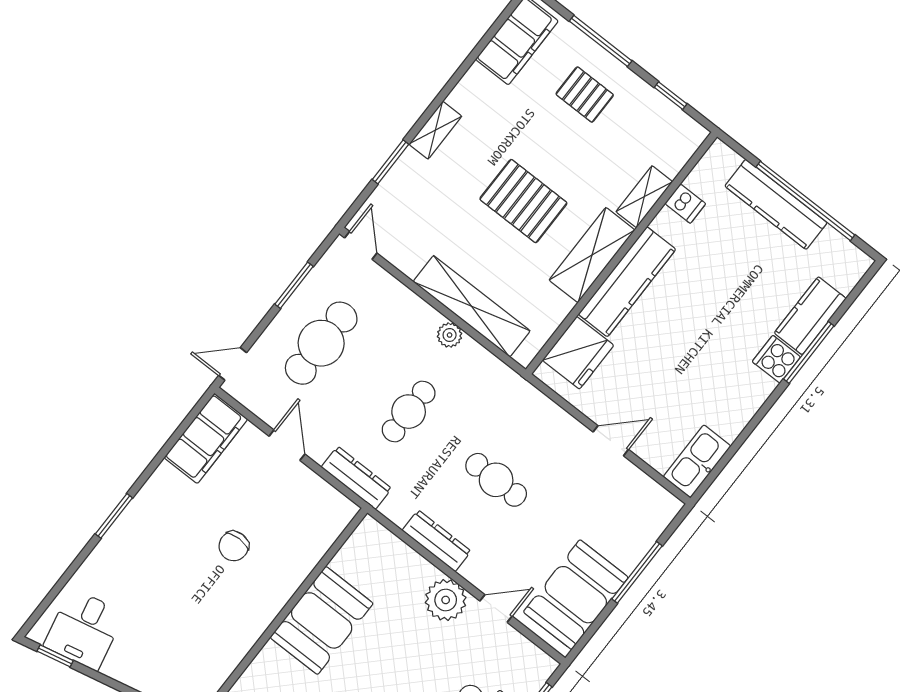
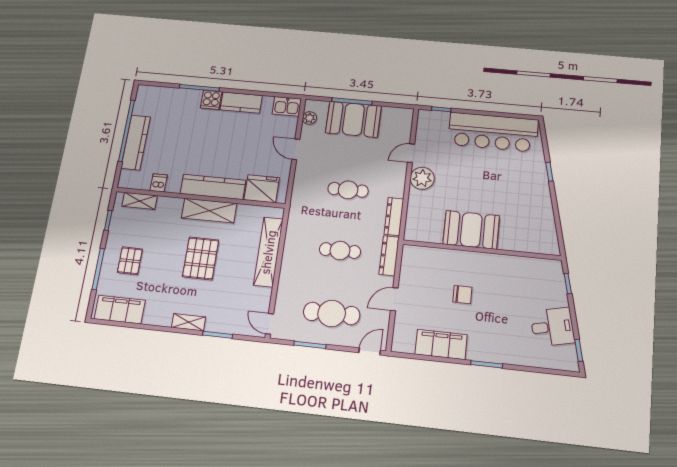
shelving: (644, 197) -> (140, 201), moved
door: (361, 245) -> (269, 324), hinge flipped
kitchen counter: (810, 316) -> (241, 103), moved
plant: (450, 335) -> (309, 118), moved
door: (233, 364) -> (370, 351), swing flipped
filing cabinet: (206, 438) -> (441, 344), moved
kitchen sink: (697, 461) -> (287, 106), width x0.73
cafe table: (496, 480) -> (348, 190), turned 90
dresser: (437, 541) -> (394, 216), moved
booth: (576, 595) -> (353, 119), moved
door: (496, 609) -> (411, 153), hinge flipped
desk: (84, 629) -> (552, 327), moved

